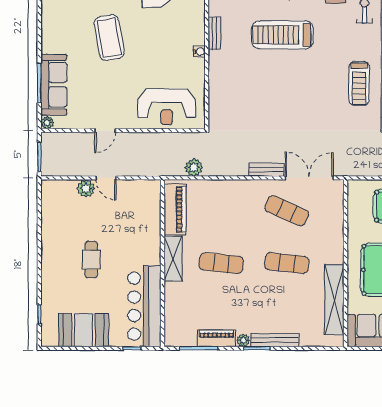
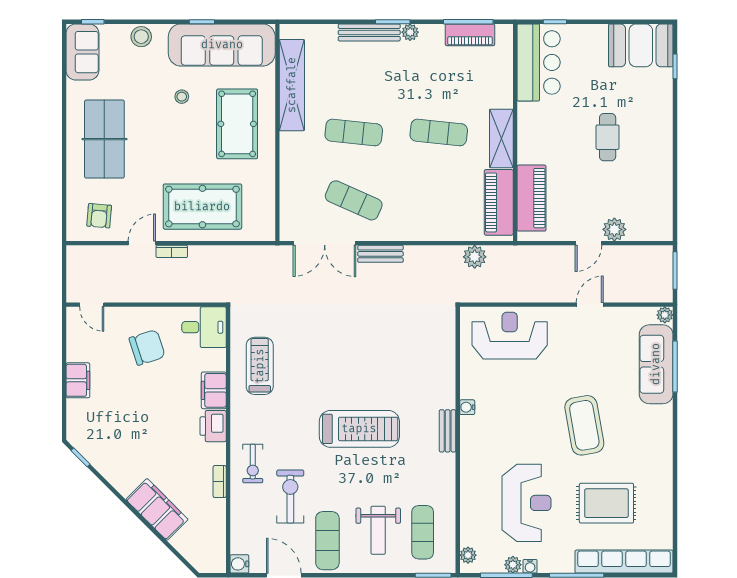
door: (106, 178) -> (588, 243), swing flipped
piano: (150, 213) -> (532, 198), added
bar counter: (144, 306) -> (539, 62), width x0.73
booth: (84, 330) -> (641, 45), moved
piano: (217, 338) -> (470, 35), moved

